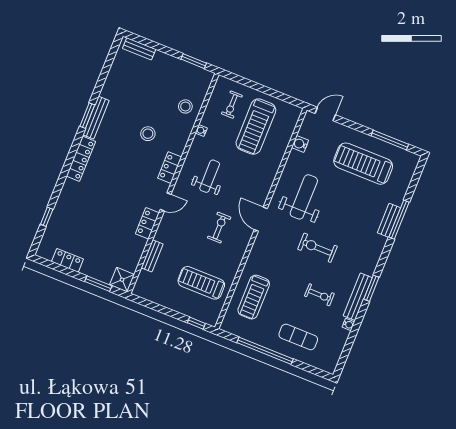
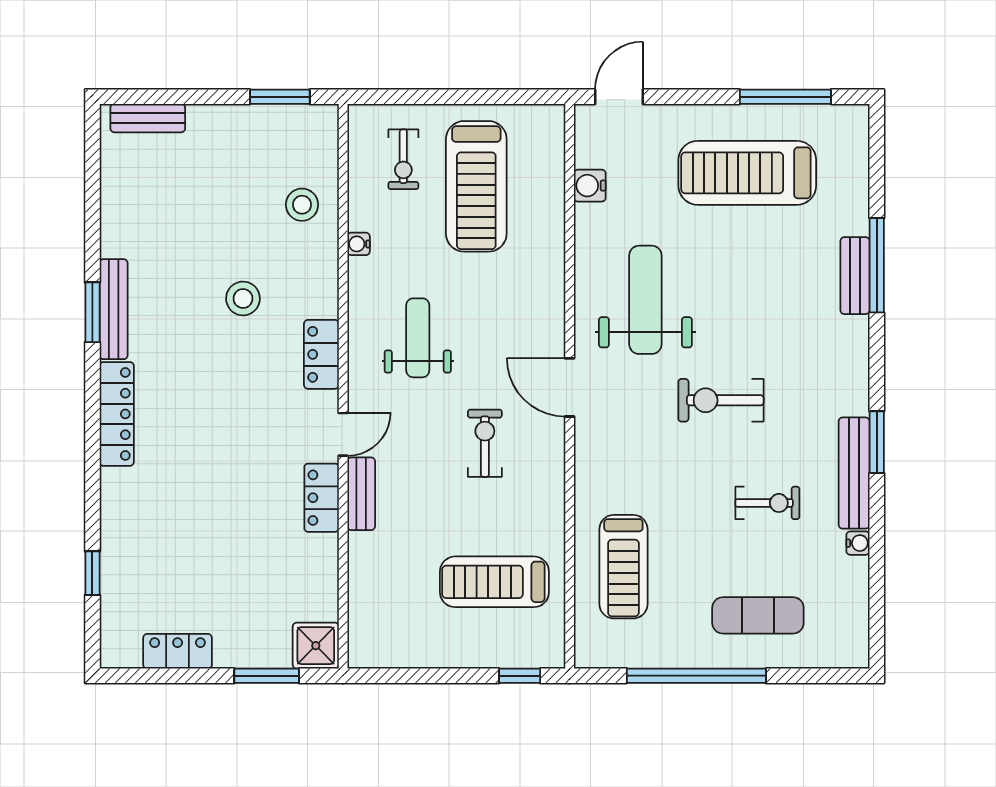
bench: (152, 256) -> (361, 494), moved

